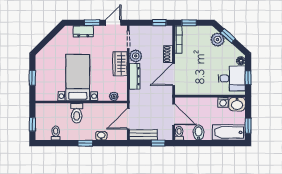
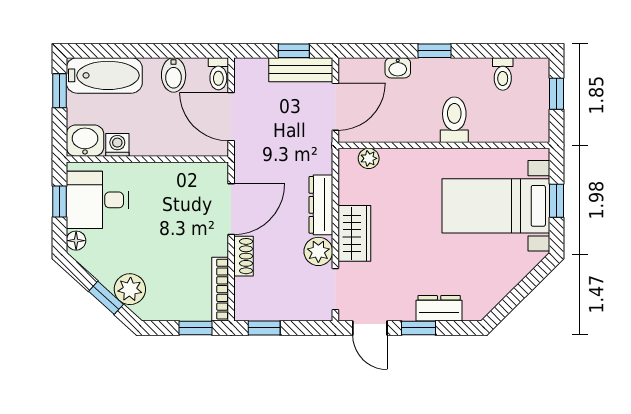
door: (113, 23) -> (370, 328), hinge flipped
bed with nightstands: (78, 78) -> (496, 206), moved, turned 90
window: (158, 143) -> (294, 51), moved

